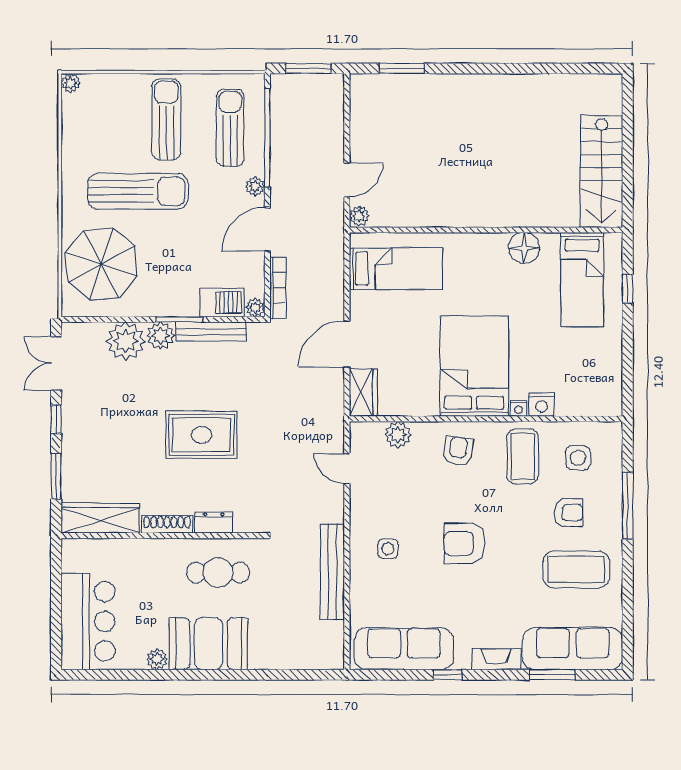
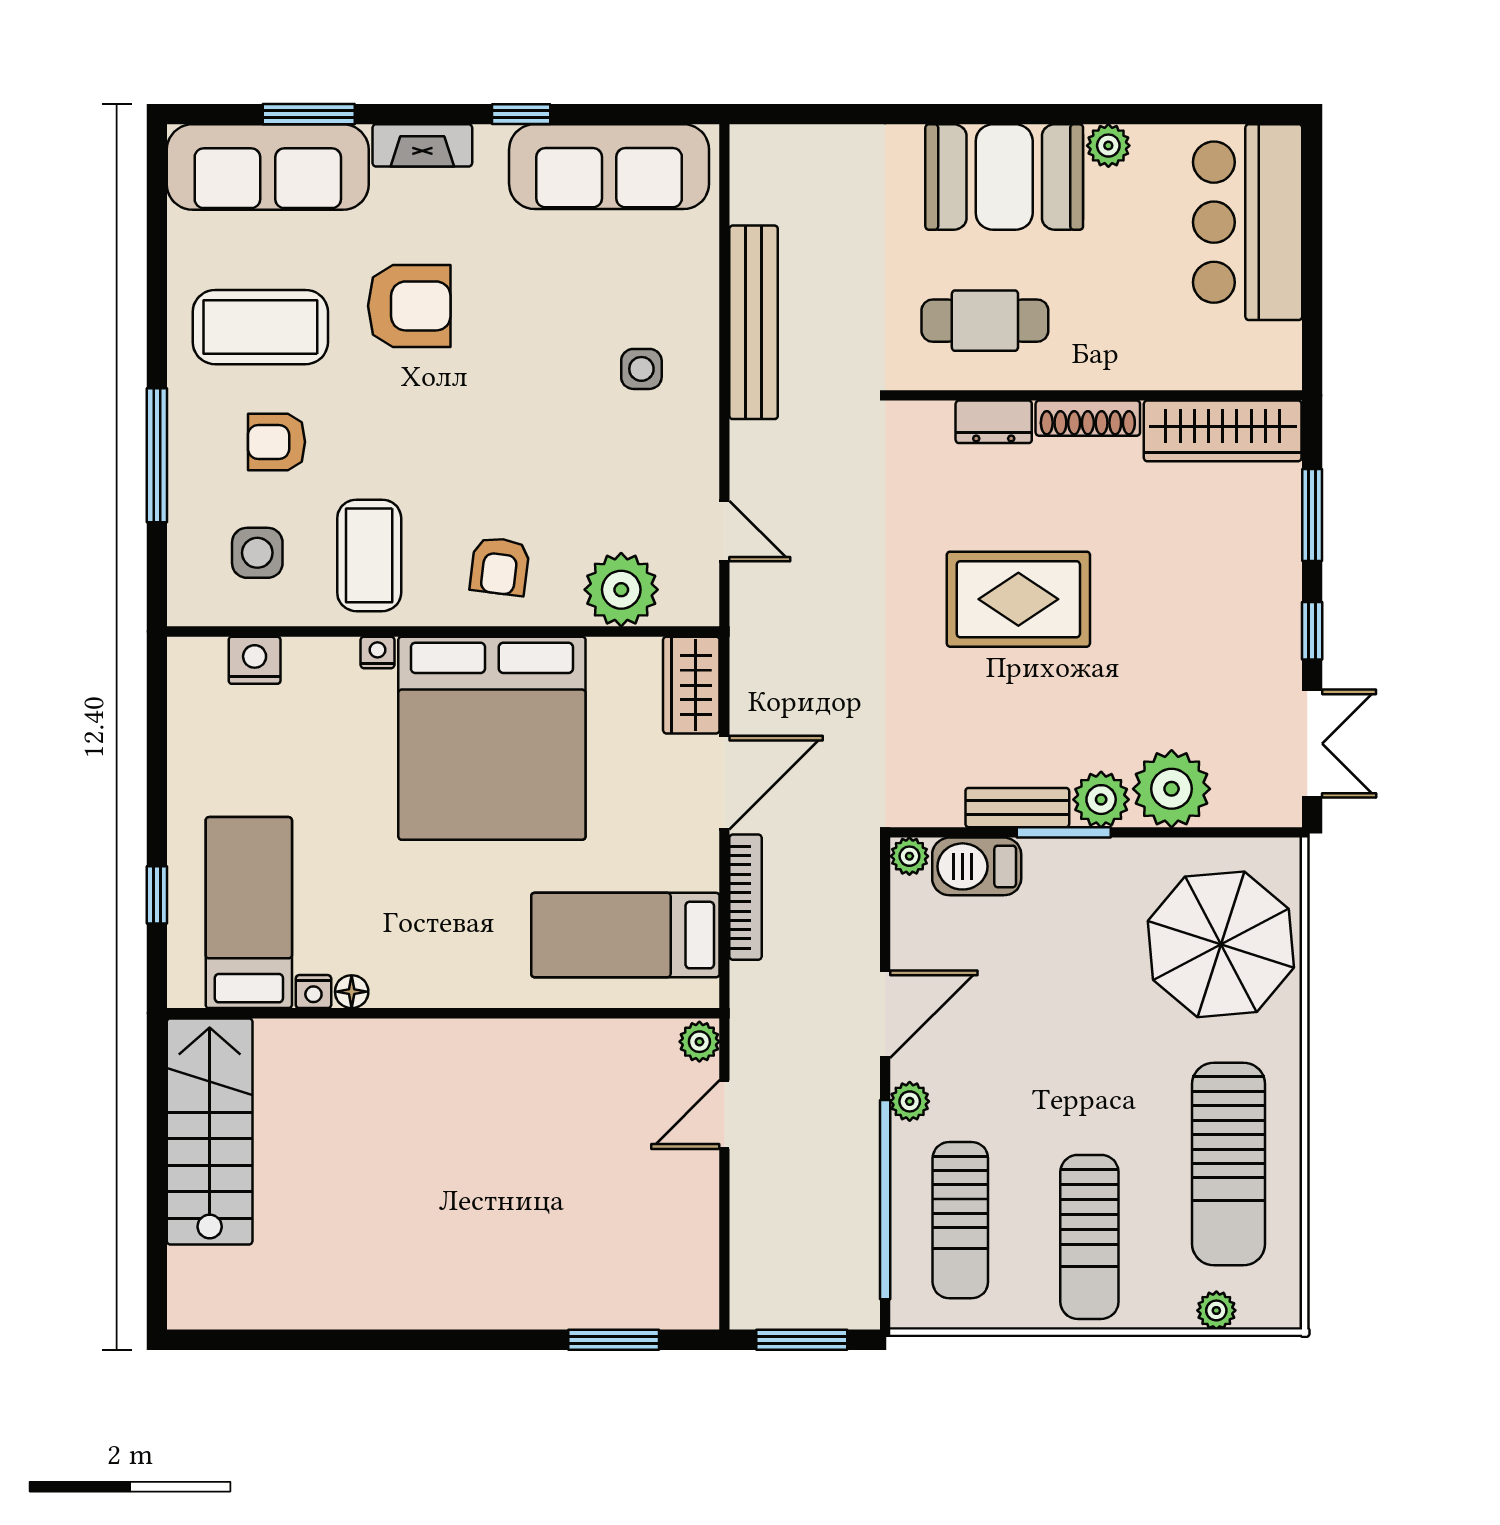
plant: (71, 83) -> (1216, 1310), moved
sun lounger: (138, 191) -> (1229, 1164), moved, turned -90
nightstand: (550, 241) -> (313, 992), added
floor lamp: (524, 248) -> (352, 992), width x0.53, depth x0.53
bookcase: (278, 288) -> (746, 897), moved, turned 180
bench: (211, 332) -> (1017, 808), width x0.73
bed: (474, 366) -> (492, 738), width x1.36
nightstand: (542, 405) -> (255, 660), moved
plant: (398, 435) -> (621, 590), width x1.36, depth x1.36
armchair: (464, 544) -> (409, 306), moved

